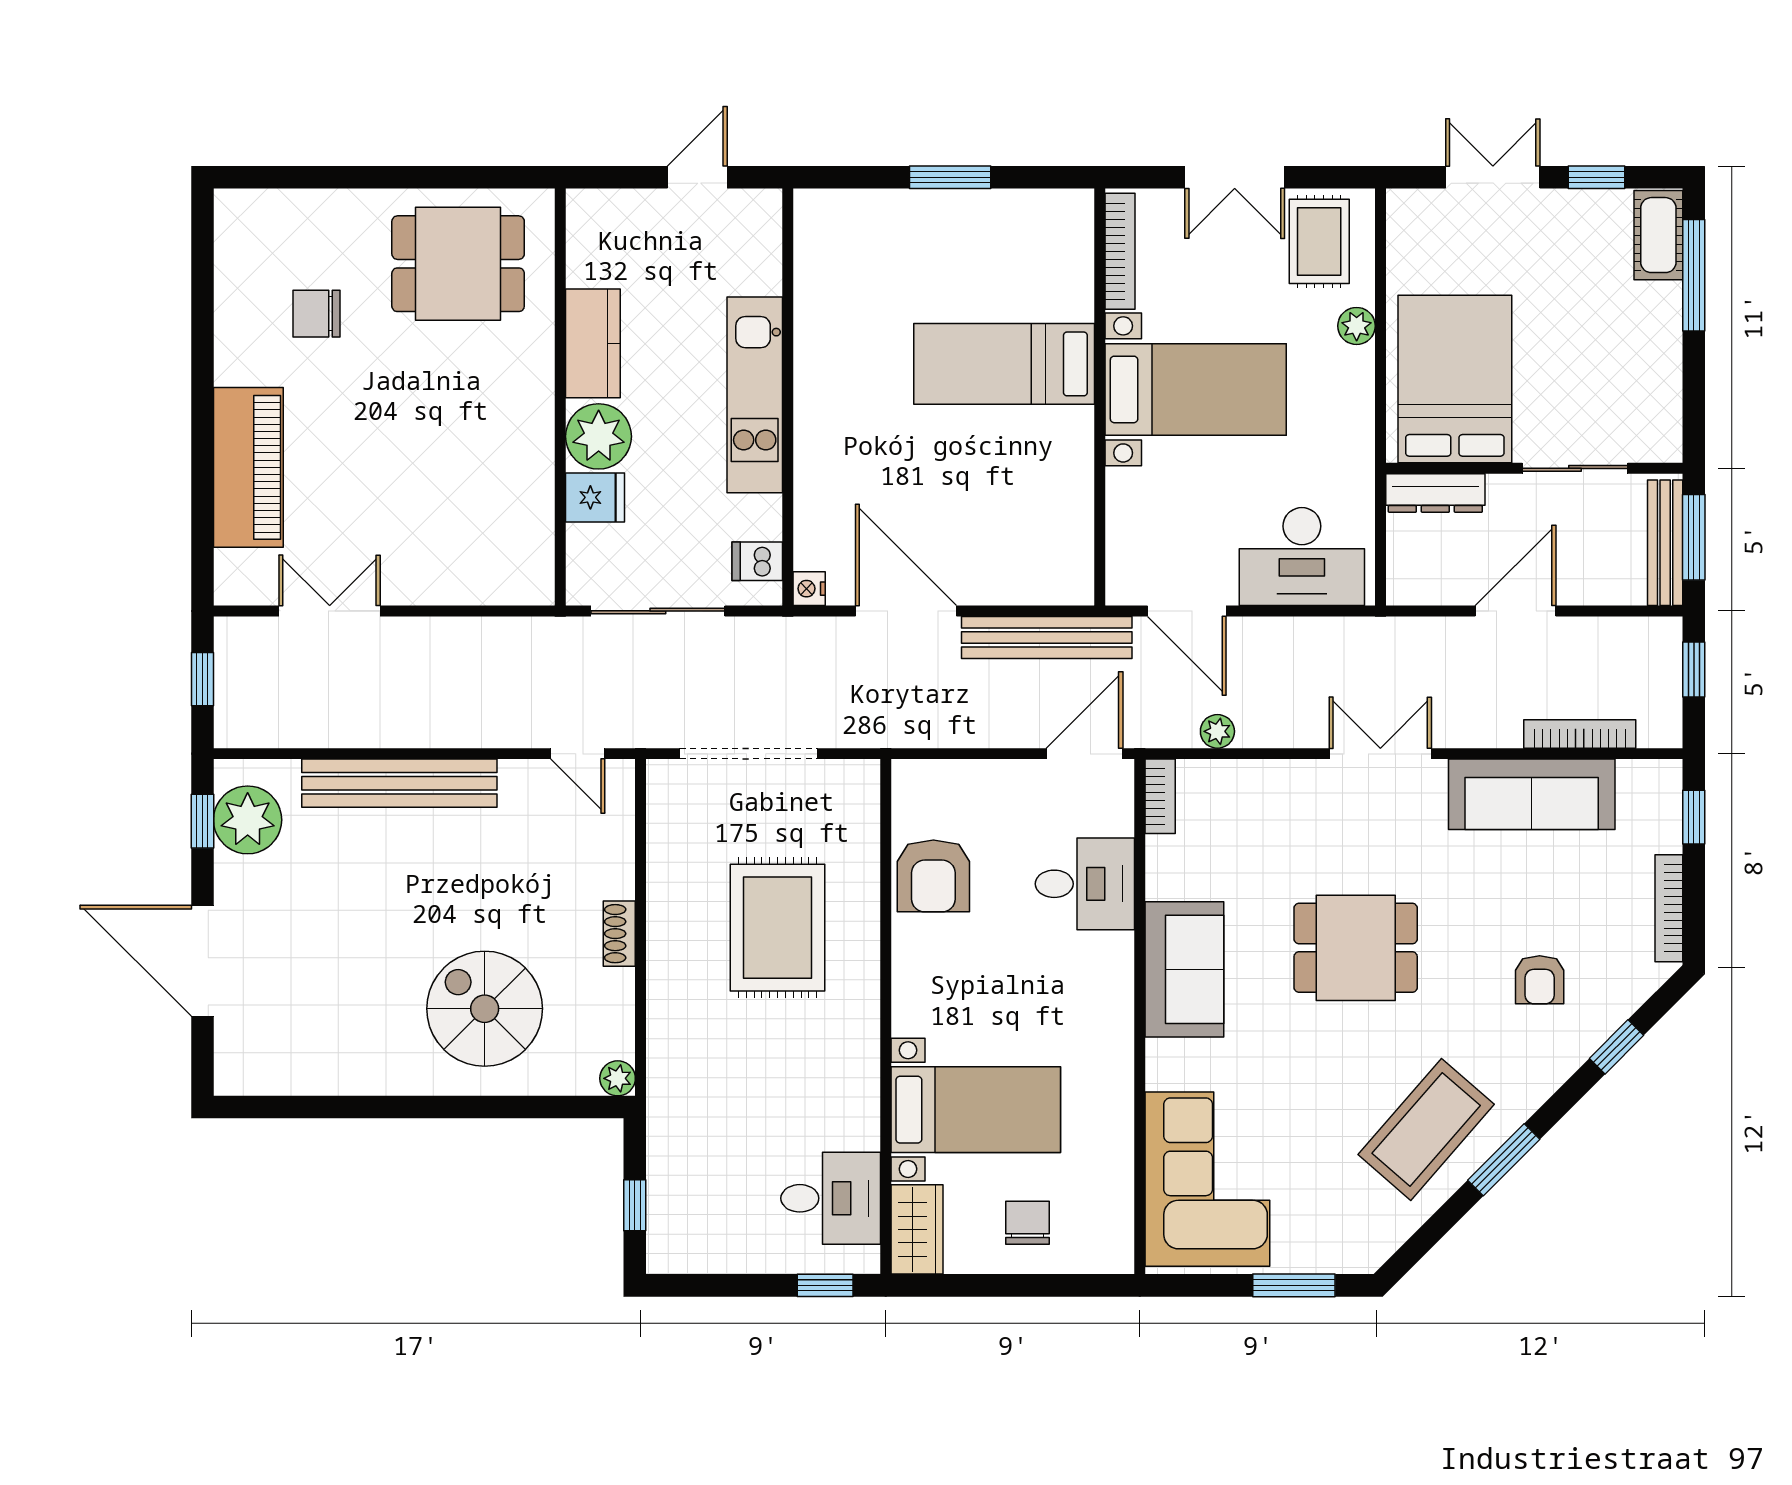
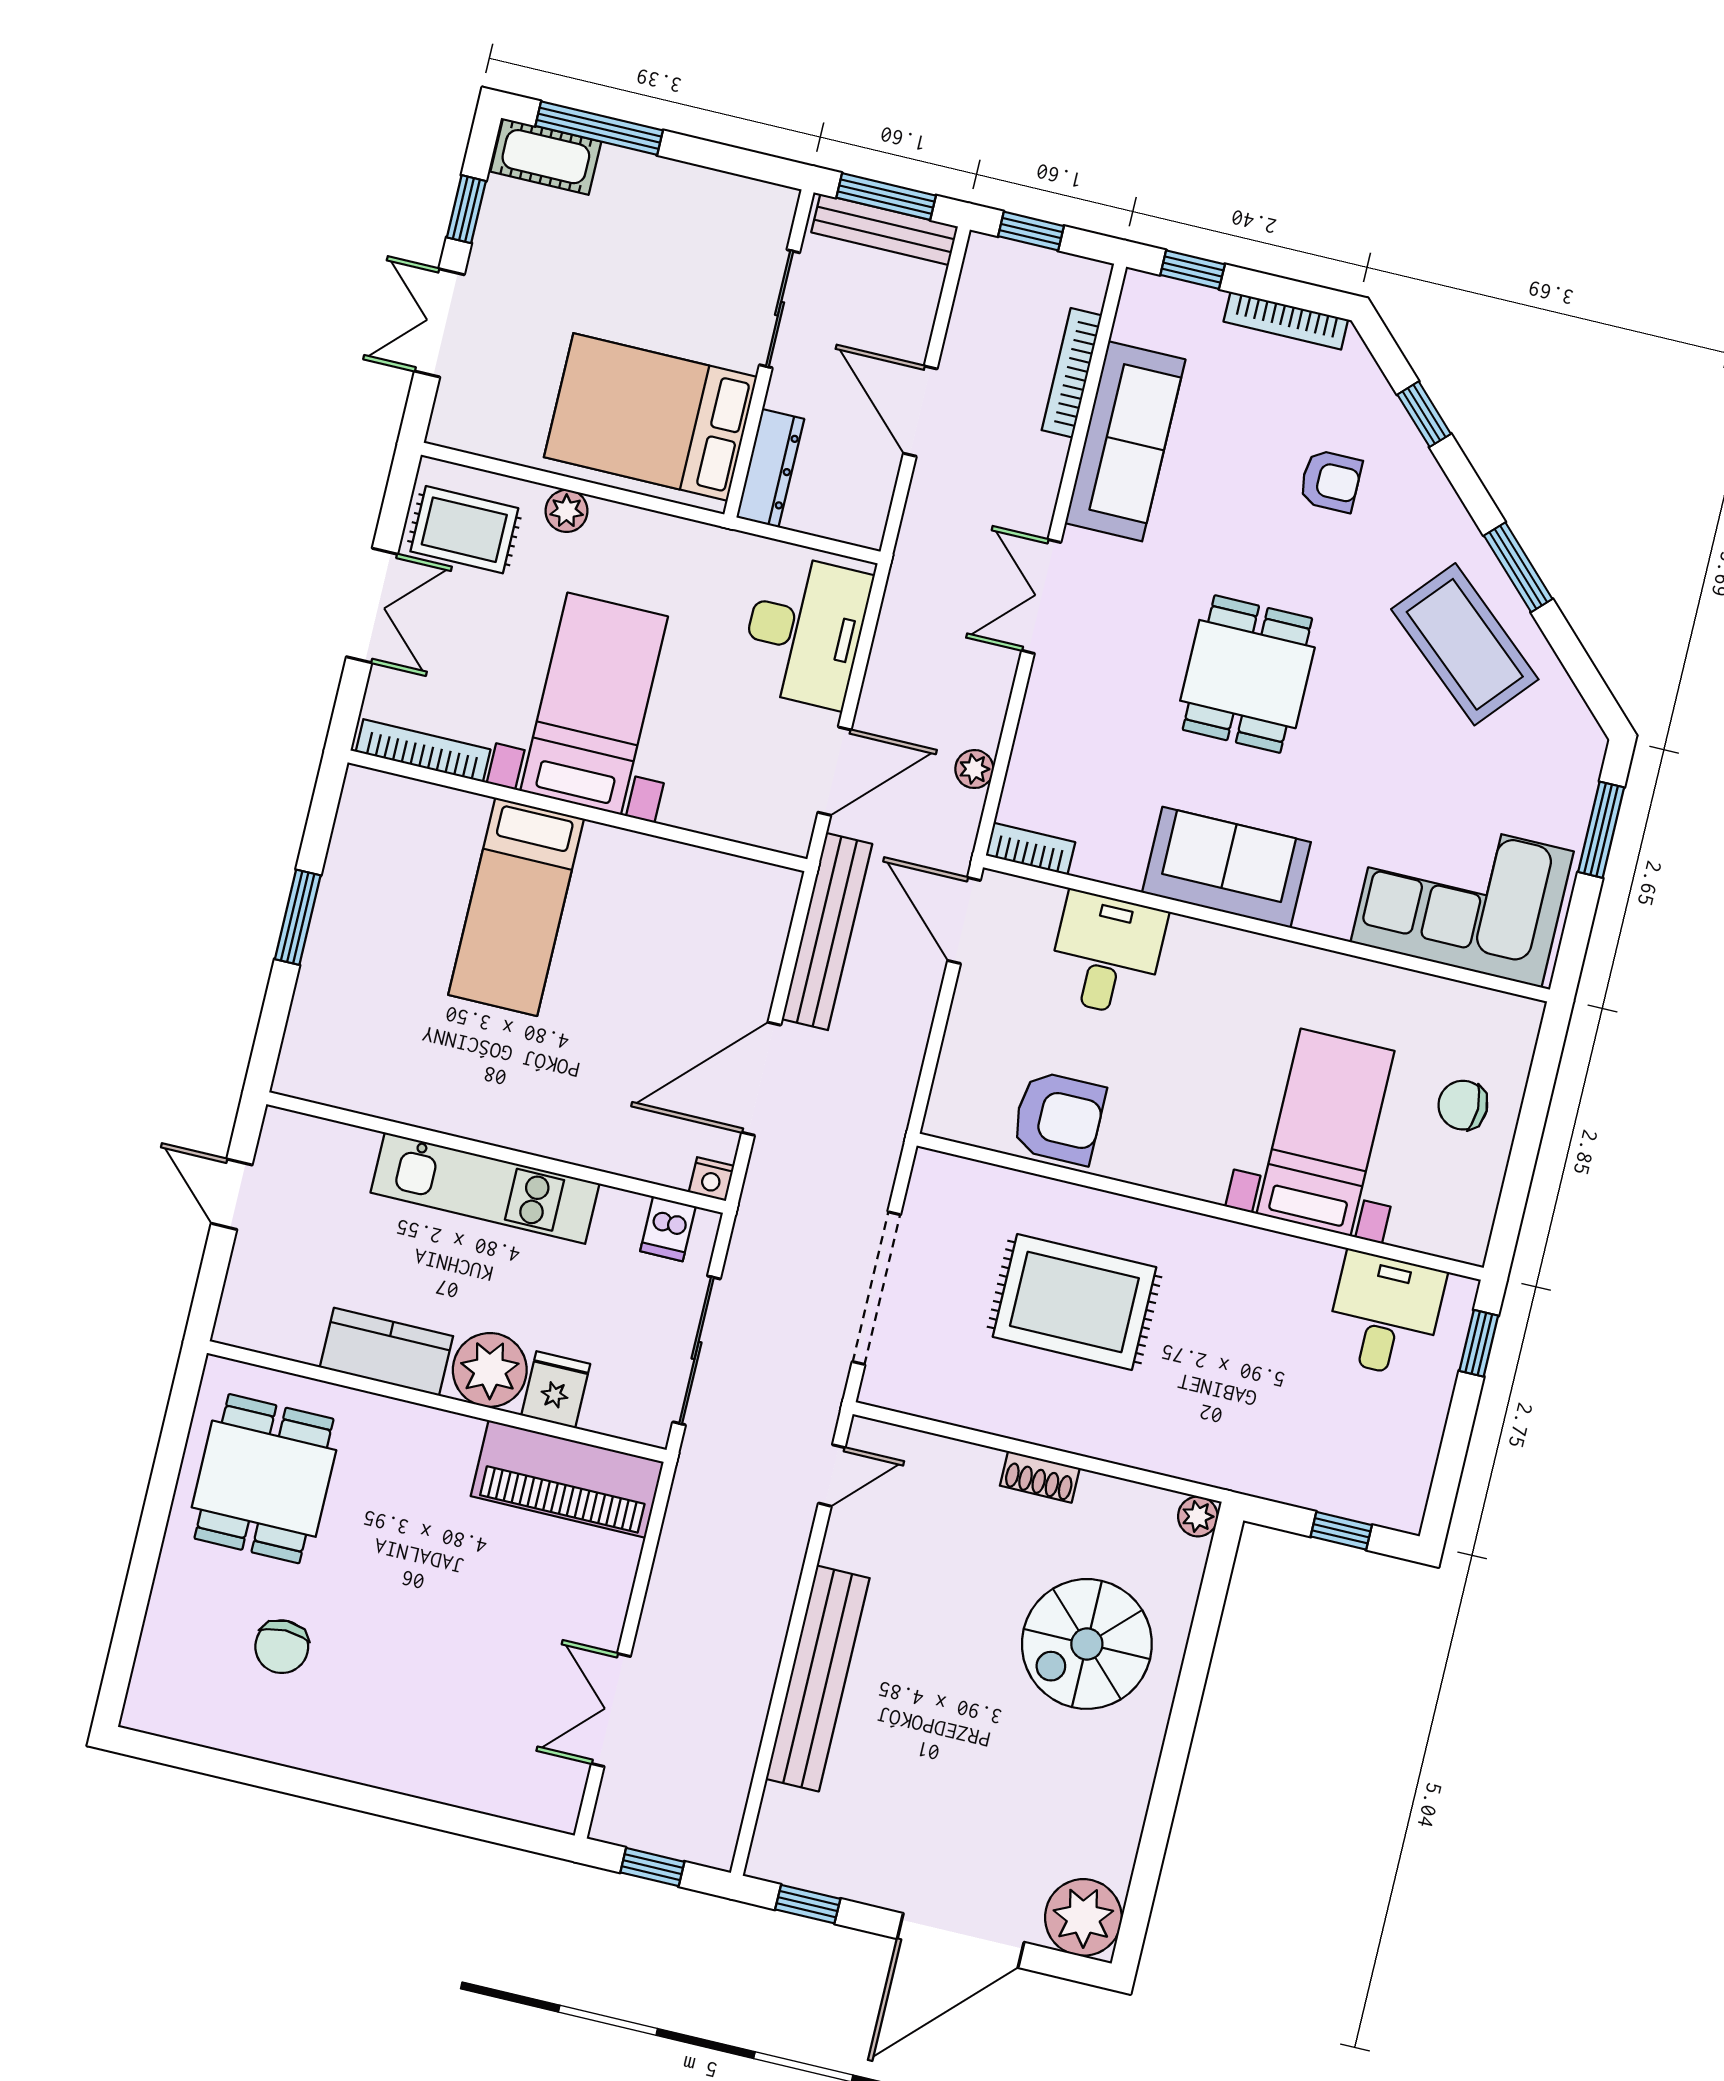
piano: (248, 467) -> (567, 1479), moved, turned 180
plant: (248, 820) -> (1083, 1917), moved
wardrobe: (917, 1229) -> (1442, 1228), removed

